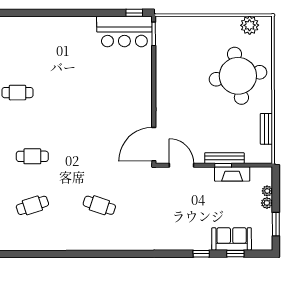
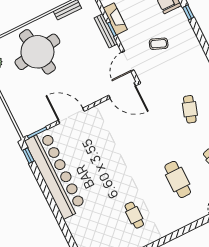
bar counter: (124, 32) -> (56, 174), width x1.86
door: (154, 78) -> (71, 116), added
cafe table: (32, 156) -> (178, 179), width x1.37, depth x1.35
coffee table: (184, 207) -> (159, 44), added

